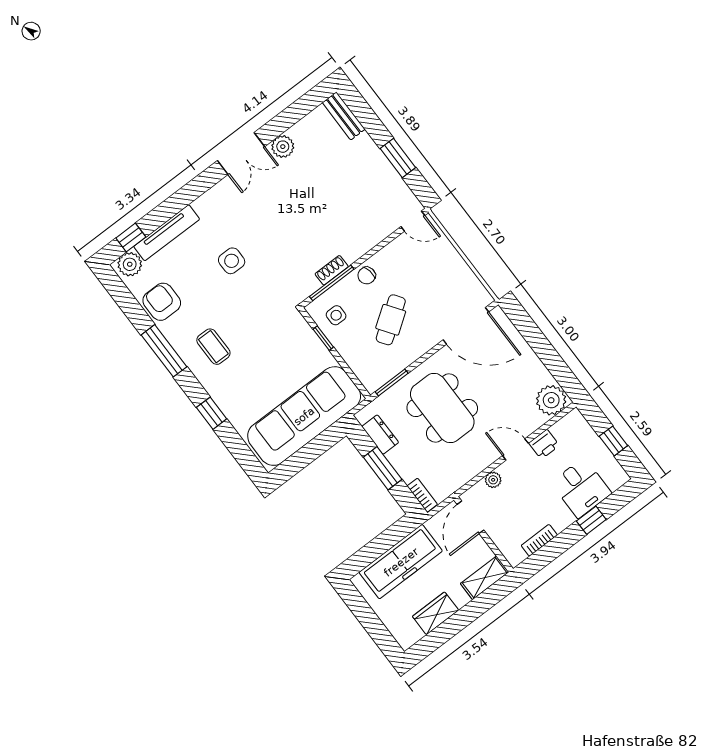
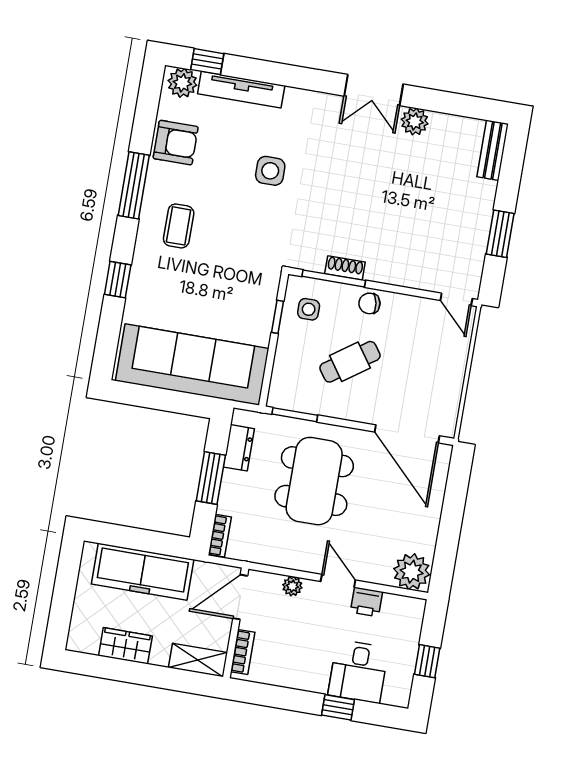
armchair: (162, 302) -> (176, 143), turned 90
bookcase: (539, 540) -> (243, 652), moved, turned 90

